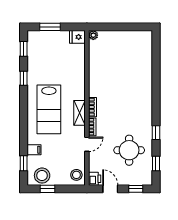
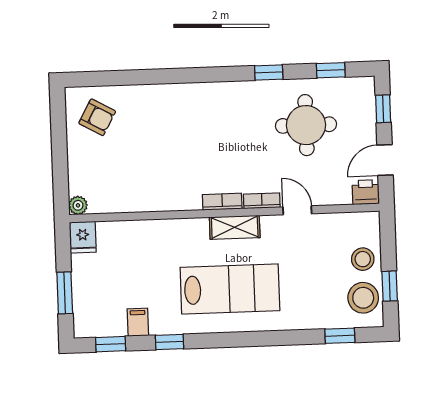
armchair: (137, 46) -> (97, 117), added
filing cabinet: (34, 150) -> (138, 322), moved
stool: (76, 175) -> (363, 259), moved

